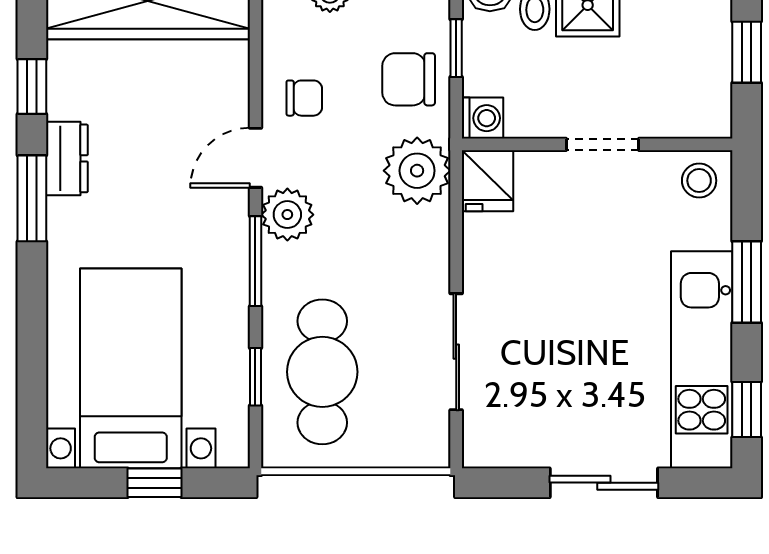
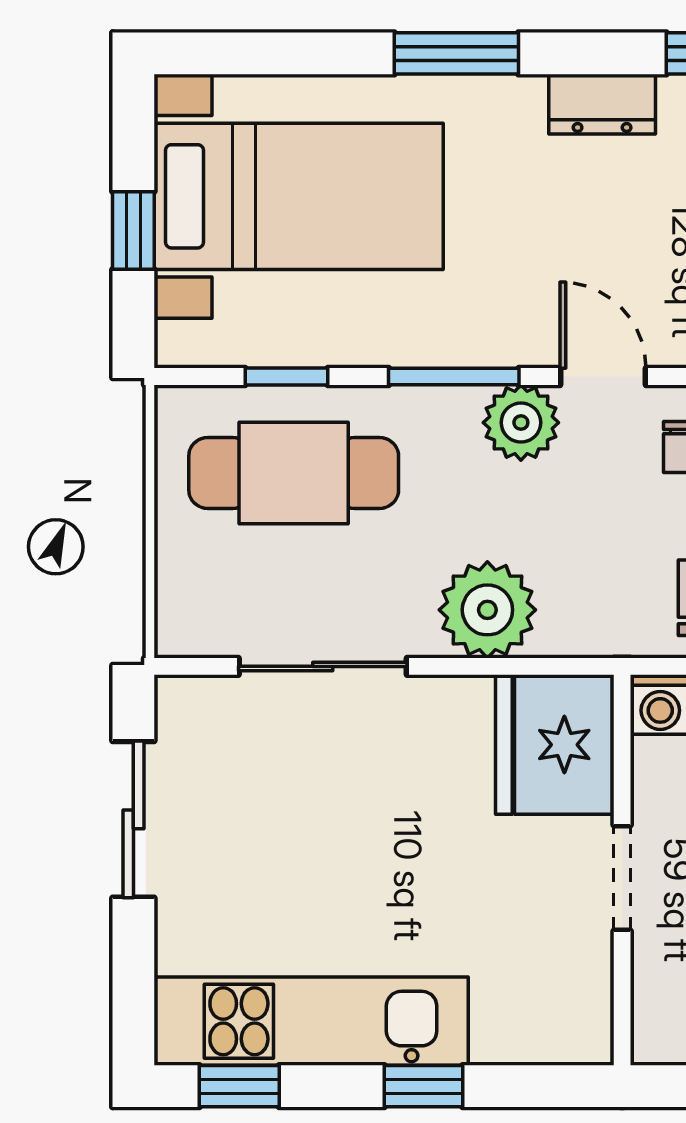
plant: (417, 171) -> (487, 610), moved
fridge: (488, 181) -> (555, 745), width x1.88, depth x1.34
stool: (699, 181) -> (570, 1017), removed
window: (32, 198) -> (456, 53), moved
window: (747, 282) -> (424, 1086), width x0.67
sliding door: (604, 483) -> (133, 819), moved

